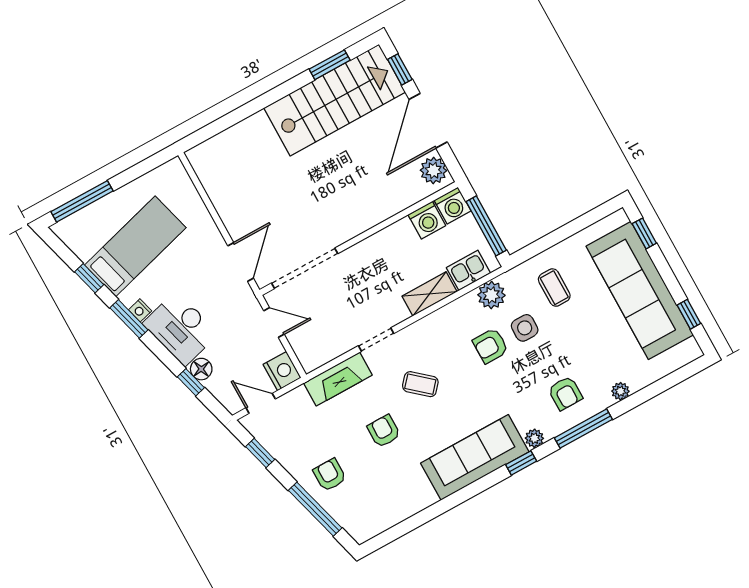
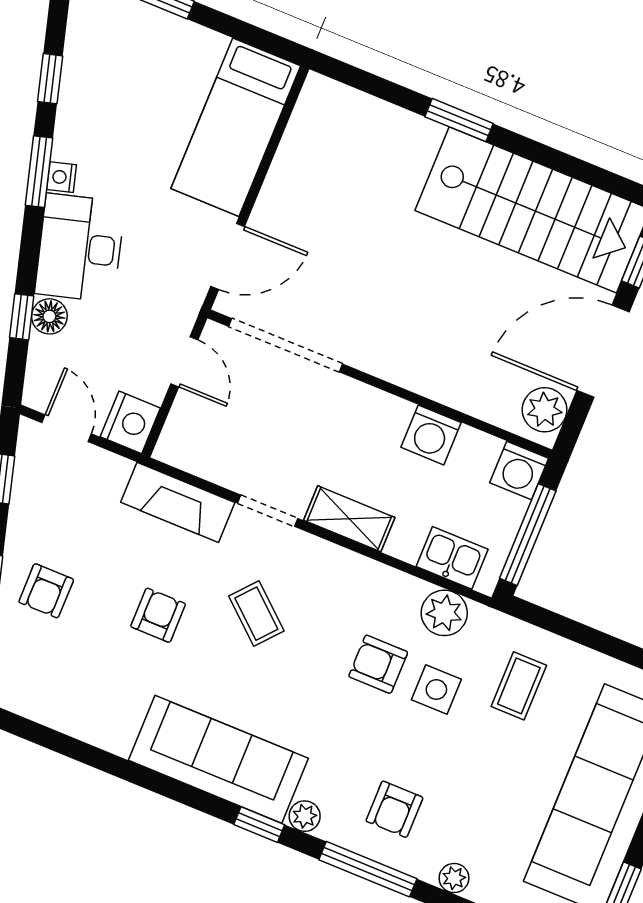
window: (330, 65) -> (459, 120), moved
washing machine: (427, 220) -> (431, 435), moved
bed: (135, 246) -> (236, 127), moved, turned 105
shelving: (430, 294) -> (349, 519), moved
armchair: (330, 475) -> (46, 591), turned 180

